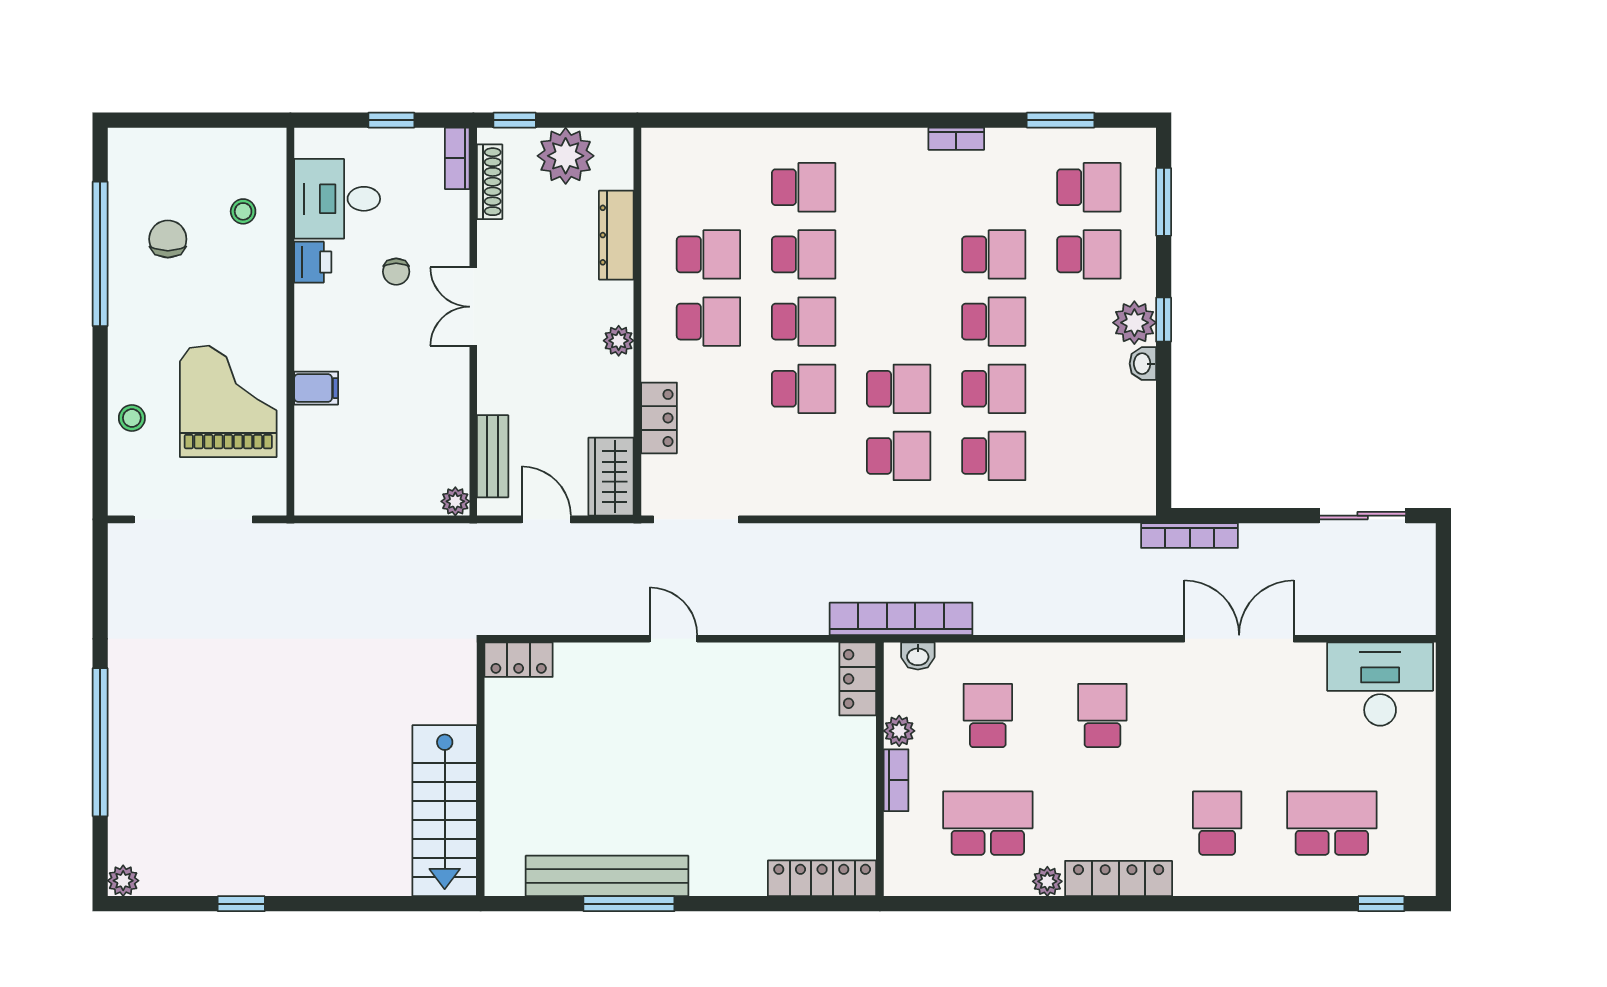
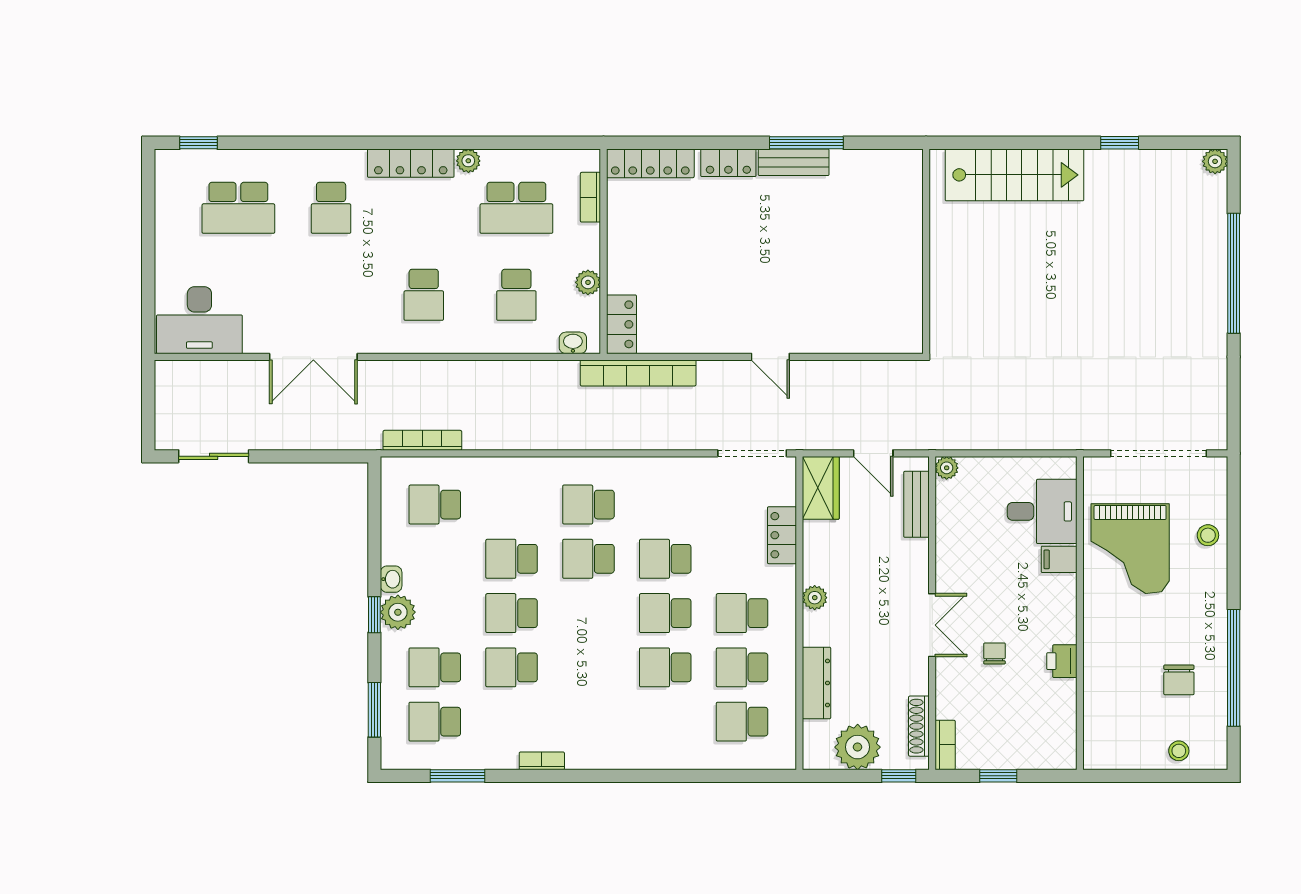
school desk: (804, 187) -> (742, 722), moved
desk: (337, 199) -> (1042, 511), moved
stool: (243, 211) -> (1179, 751), moved
school desk: (994, 456) -> (435, 505), moved
bookcase: (1190, 535) -> (422, 440), moved
bookcase: (901, 619) -> (638, 373), moved
locker: (519, 660) -> (728, 163), moved, turned 180
bookcase: (896, 780) -> (590, 197), moved
stairs: (445, 811) -> (1014, 175), moved, turned 90
bench: (607, 876) -> (794, 162), width x0.54, depth x0.82

